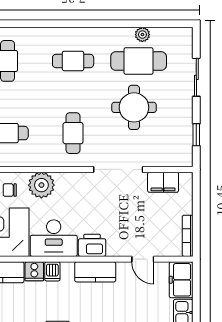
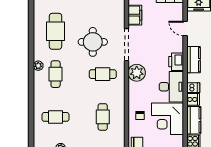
plant: (142, 35) -> (38, 66), moved
round table: (134, 107) -> (93, 42), moved
plant: (41, 185) -> (137, 73), moved
door: (143, 259) -> (185, 29), swing flipped

